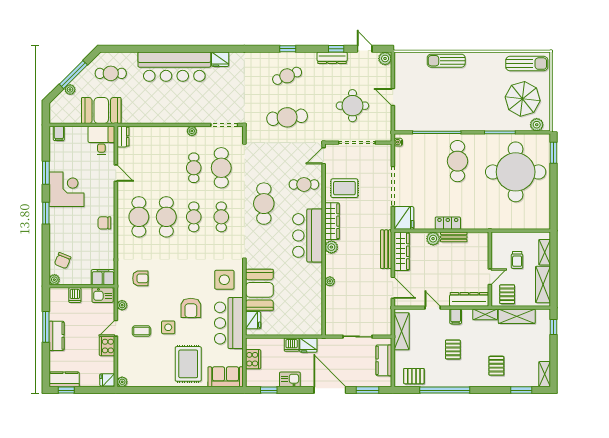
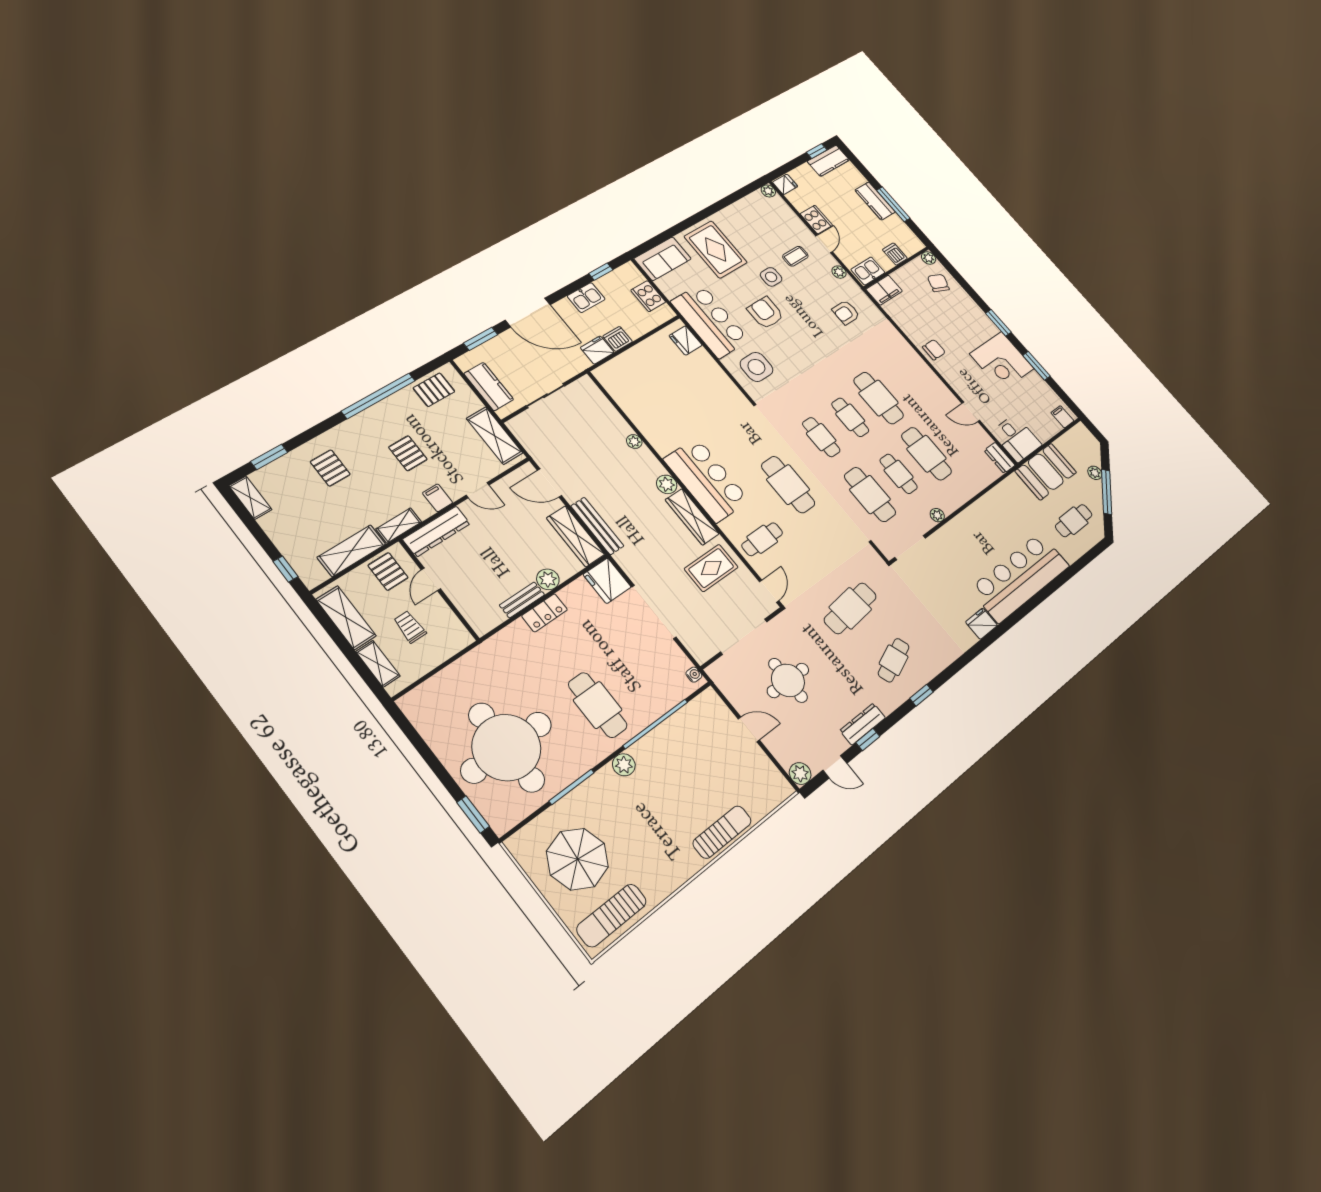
plant: (537, 125) -> (624, 765), moved
cafe table: (139, 217) -> (926, 454), moved
booth: (259, 290) -> (708, 380), removed

